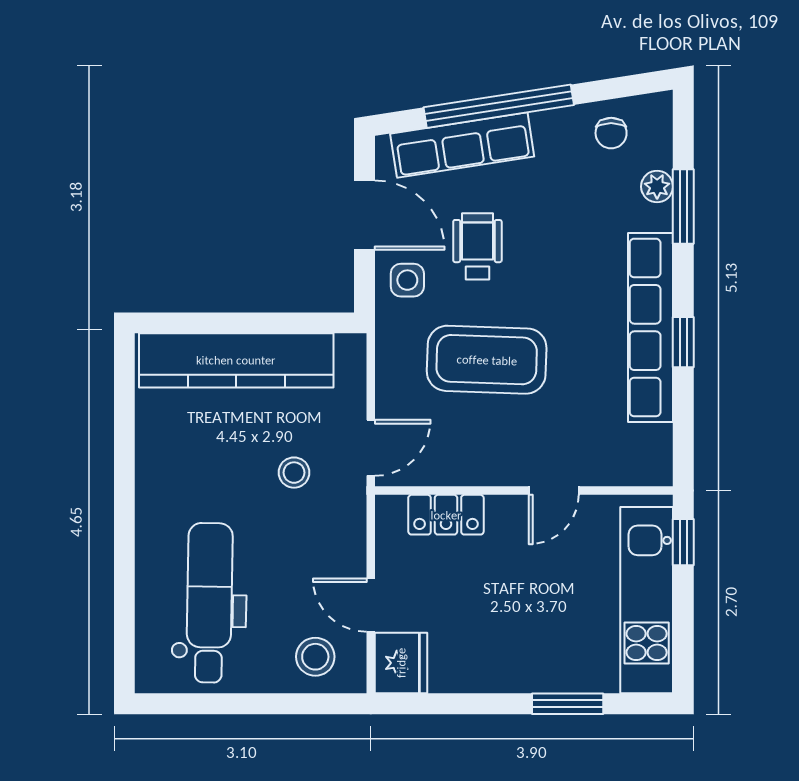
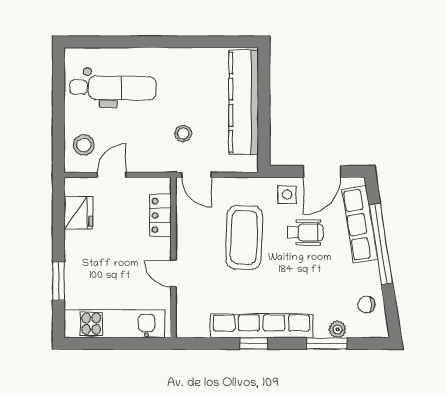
window: (683, 542) -> (146, 343), removed
fridge: (401, 663) -> (78, 213), moved, turned -90

